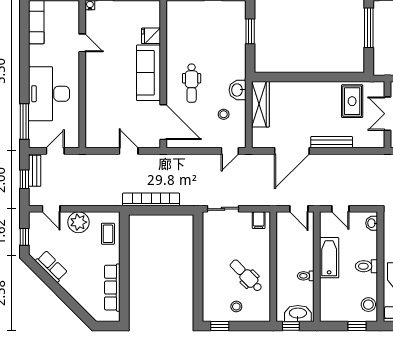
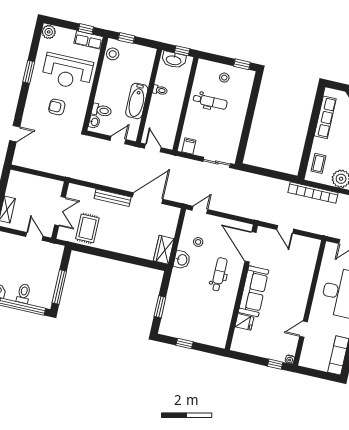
door: (82, 43) -> (304, 329), hinge flipped
wardrobe: (260, 104) -> (164, 250), width x0.67
bookcase: (151, 199) -> (313, 193), moved
door: (340, 209) -> (118, 140), hinge flipped
toilet: (366, 266) -> (102, 110), moved
dental chair: (246, 276) -> (210, 102), turned -45

